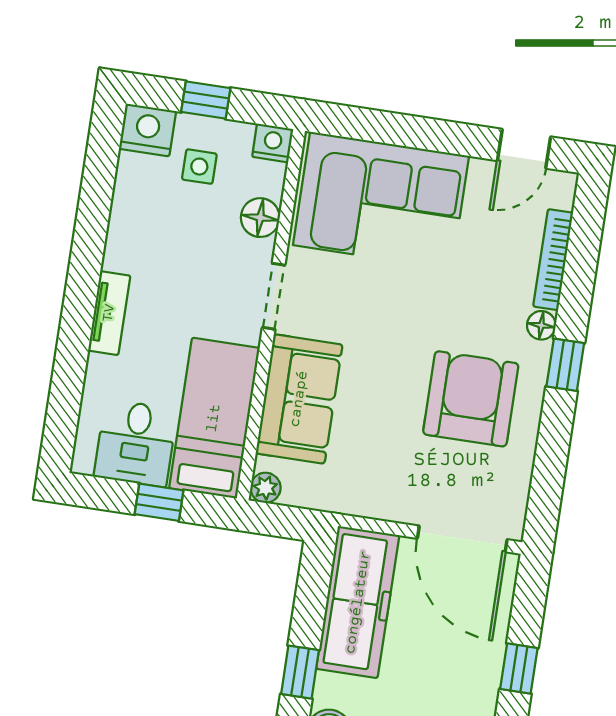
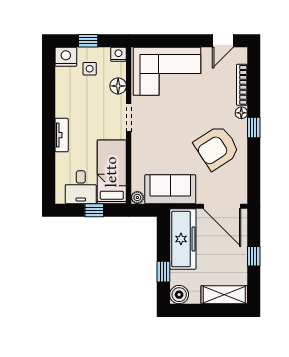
sofa: (299, 399) -> (170, 189), moved, turned -90
armchair: (471, 399) -> (217, 148), turned -123

